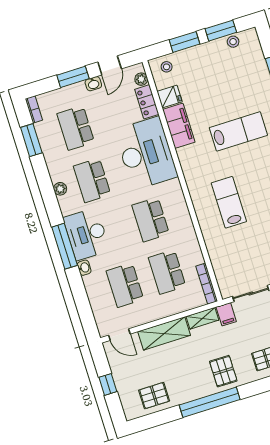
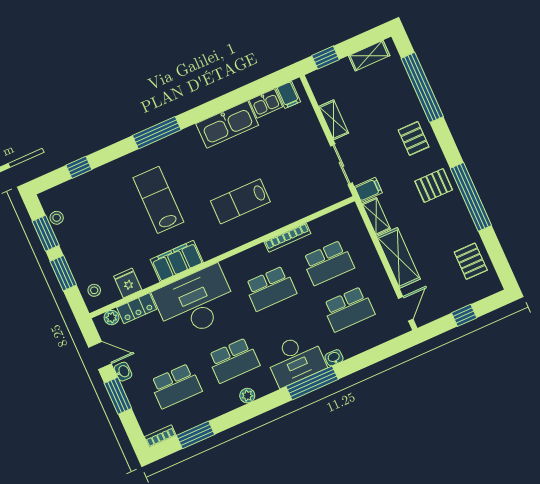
filing cabinet: (179, 126) -> (177, 261), moved
bookcase: (207, 284) -> (287, 238), moved

